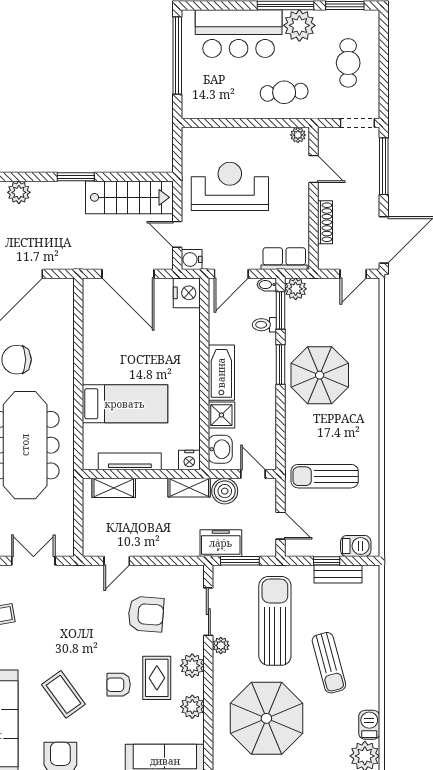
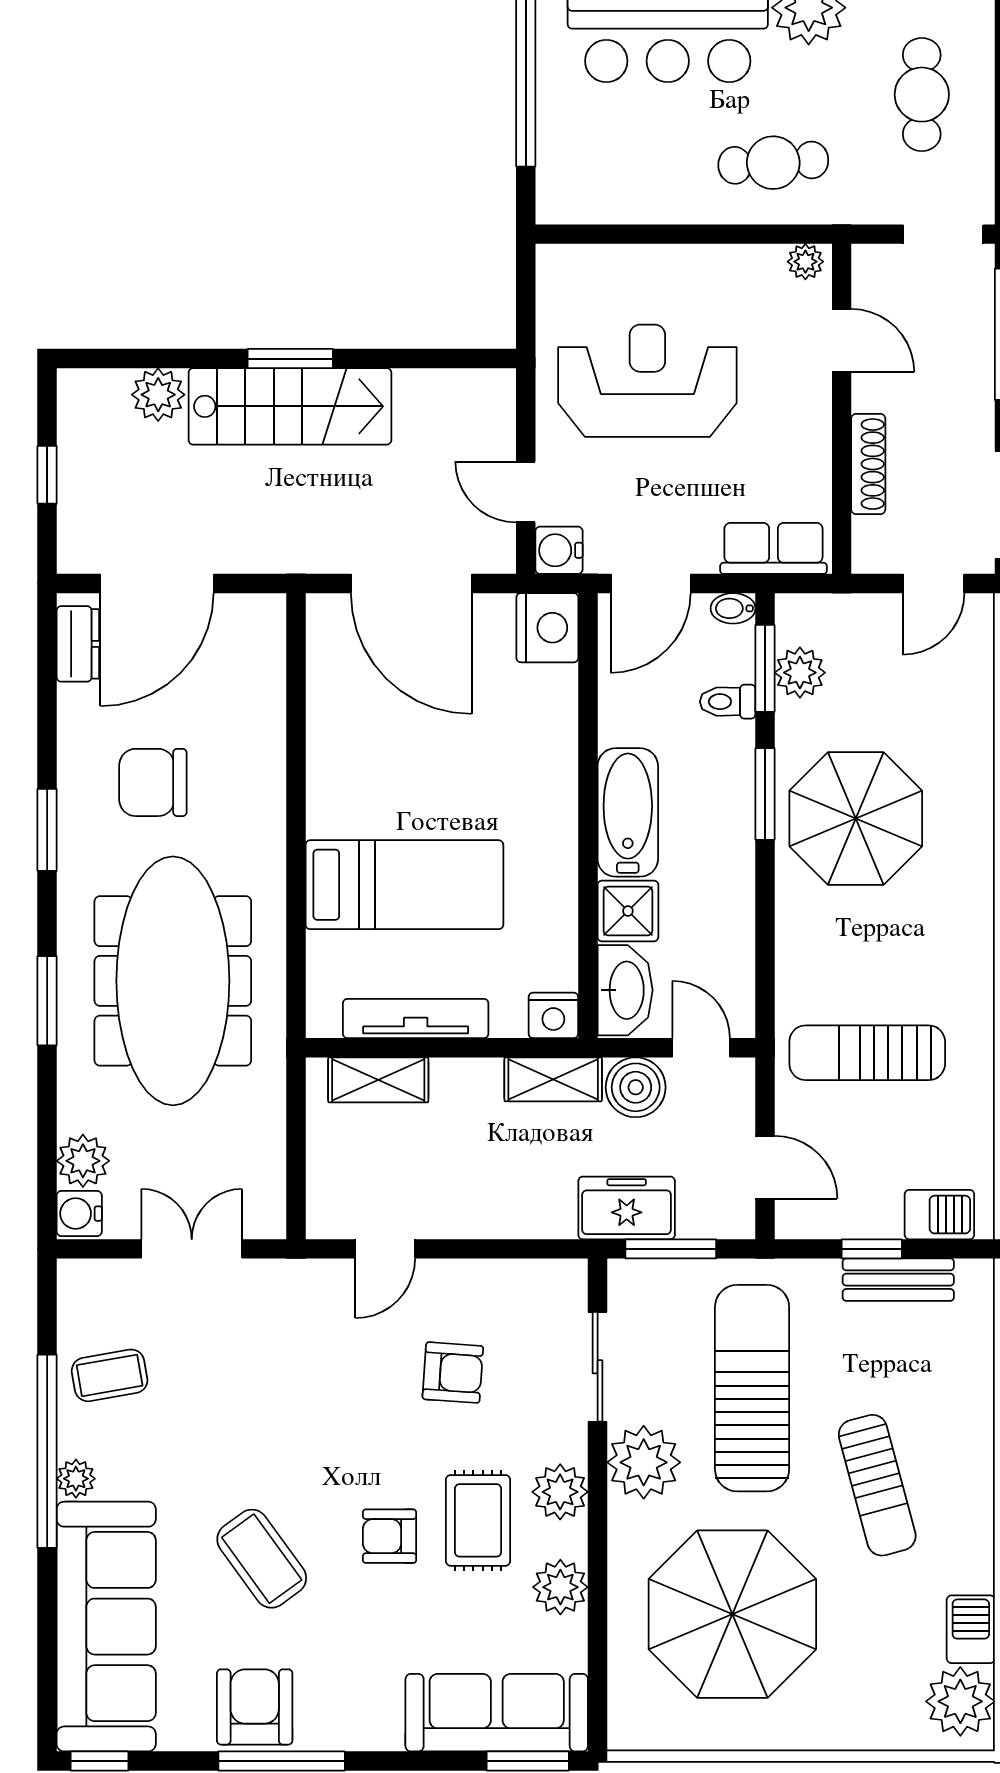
stairs: (129, 197) -> (290, 406), moved
plant: (296, 289) -> (800, 673), moved
washbasin: (220, 449) -> (625, 990), width x1.38
armchair: (146, 614) -> (453, 1373), width x0.72, depth x0.72
plant: (221, 645) -> (644, 1462), width x1.87, depth x1.87

